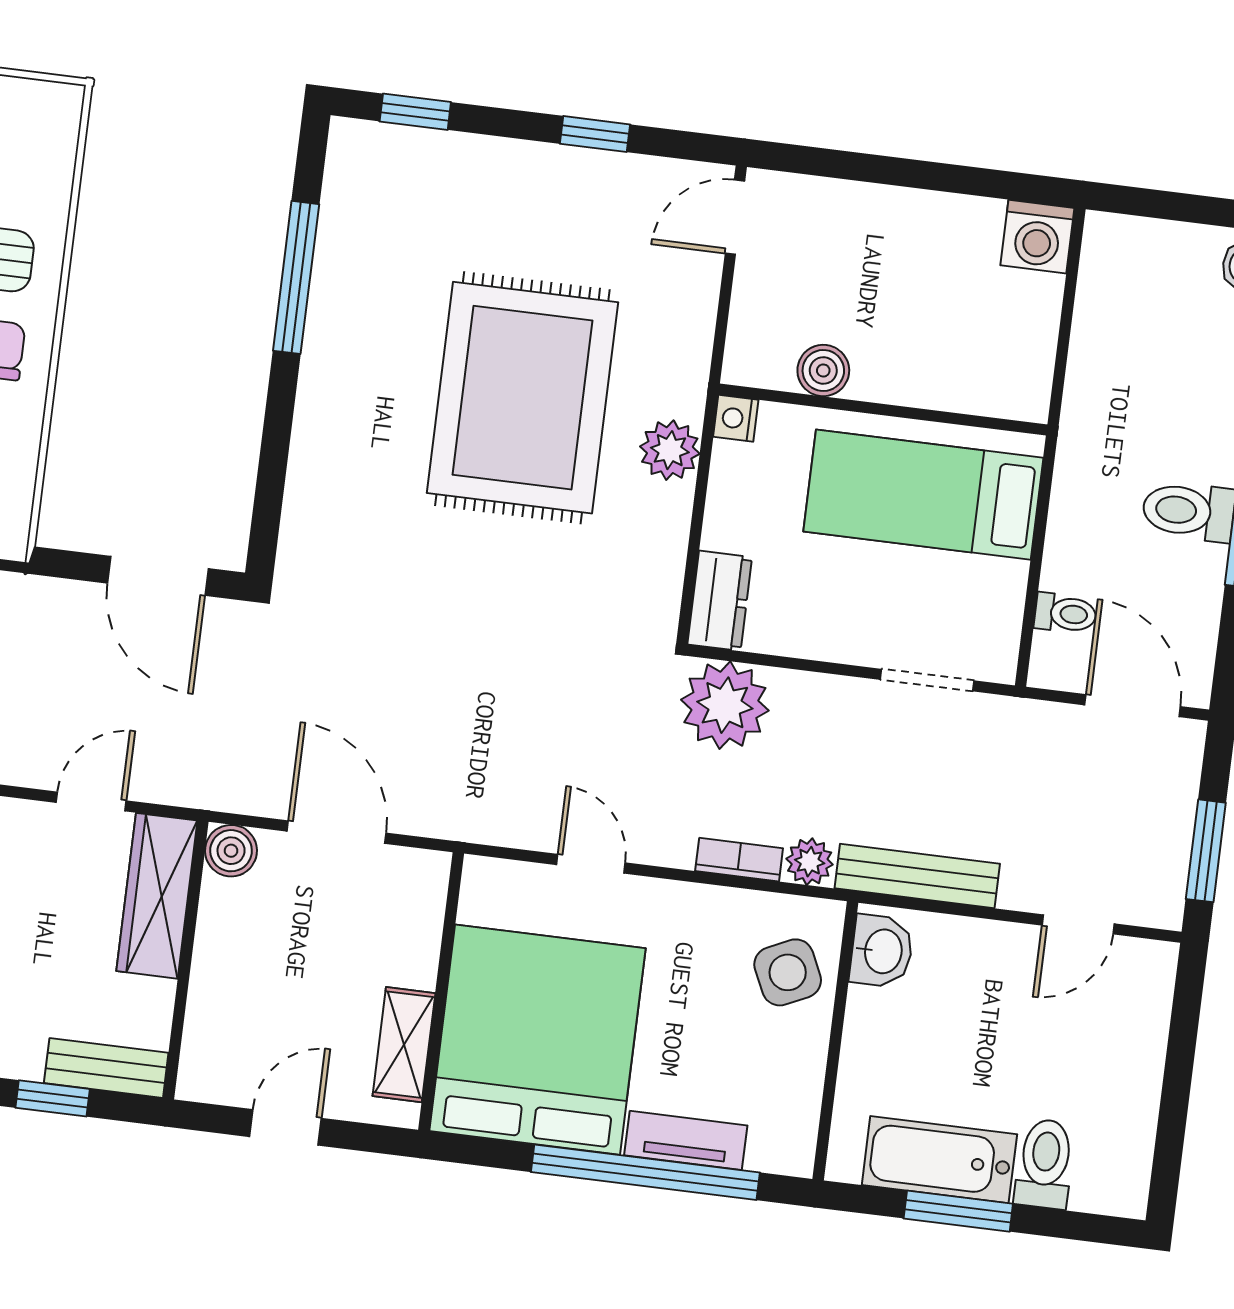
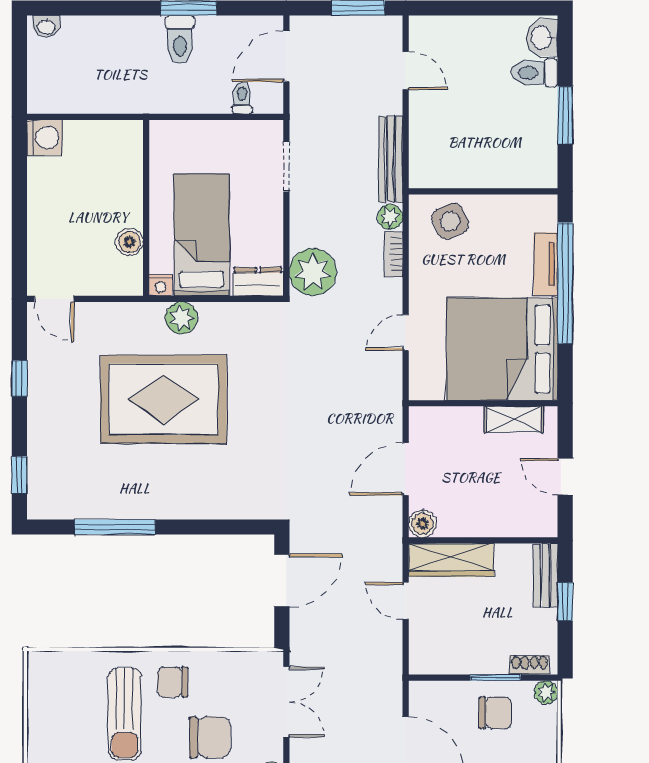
bed: (923, 495) -> (202, 235), moved, turned 180
washbasin: (882, 951) -> (542, 38), moved, turned -90
bathtub: (939, 1160) -> (539, 129), removed

